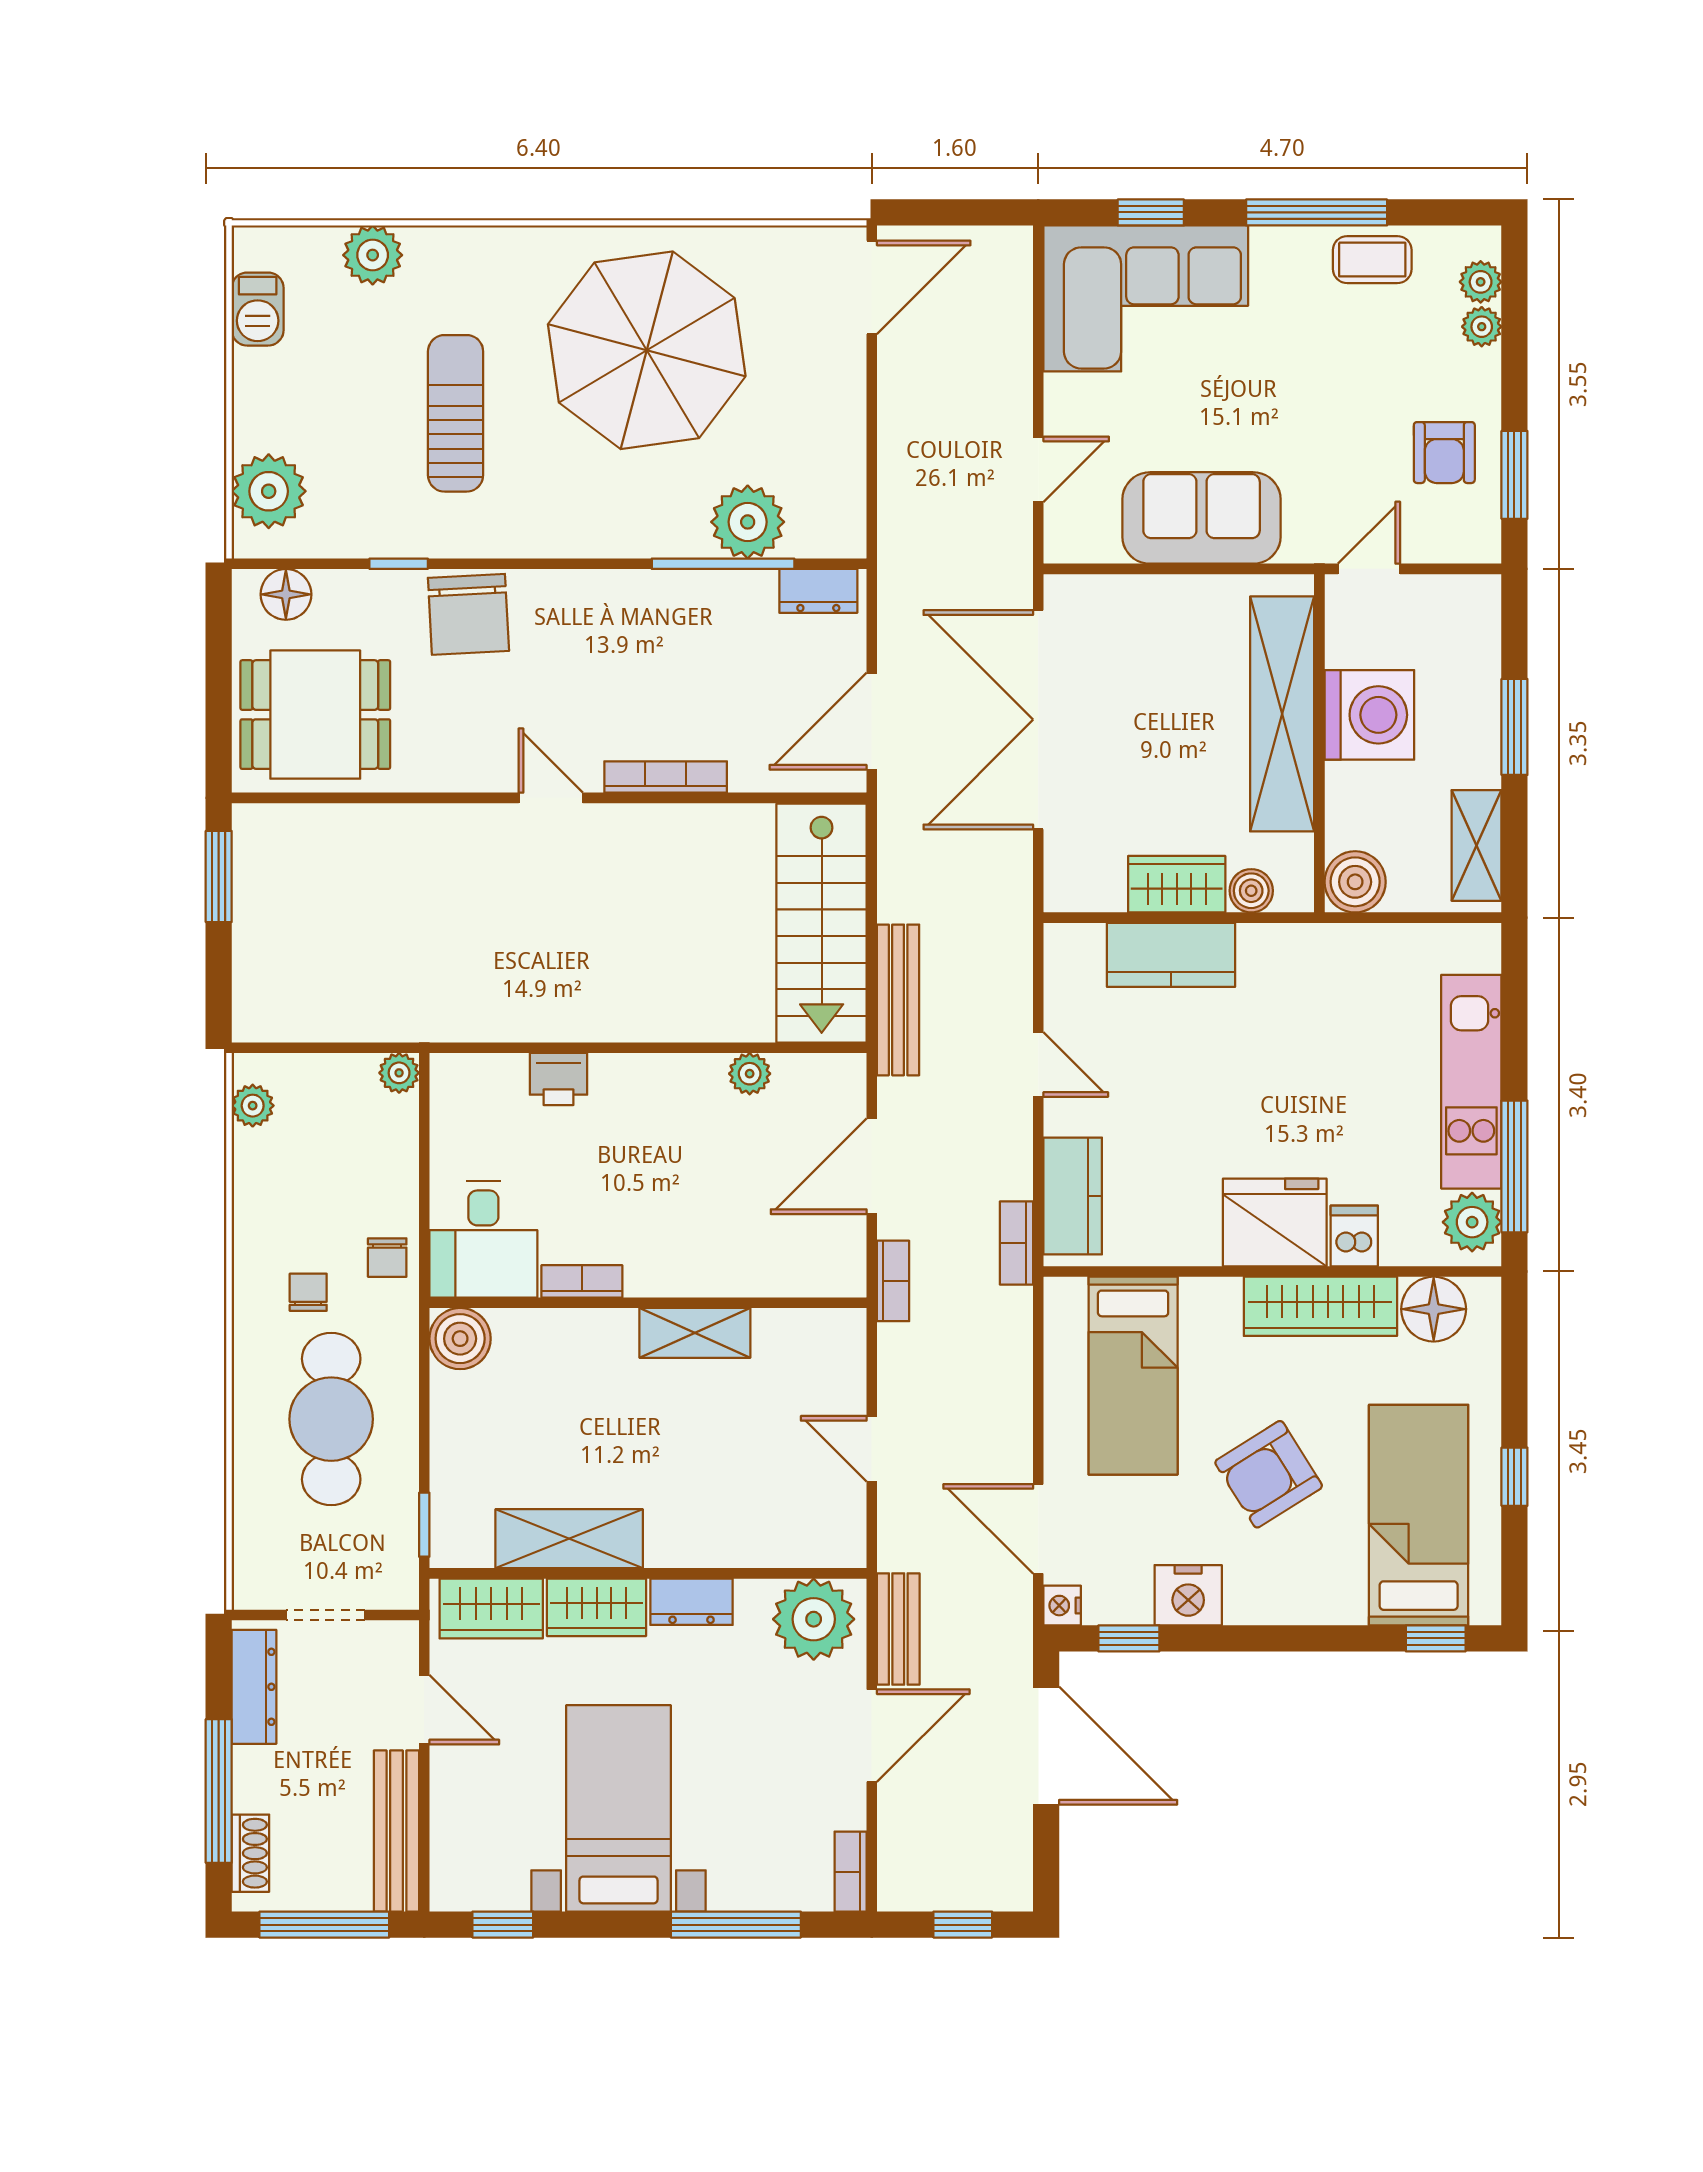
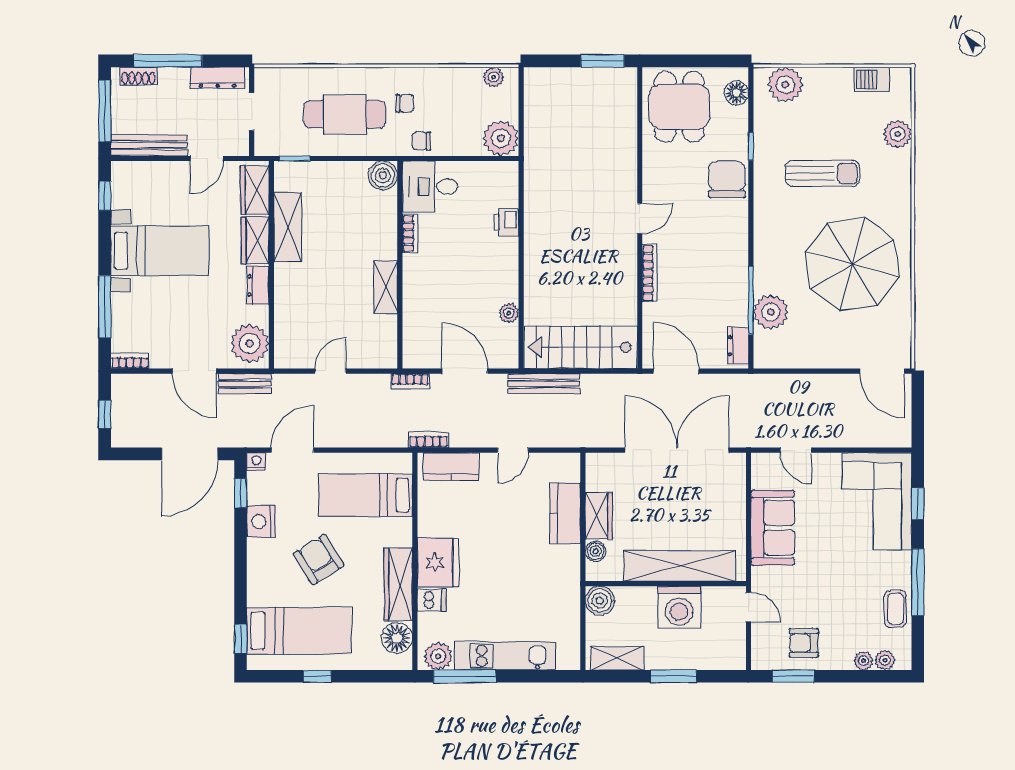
chair: (468, 614) -> (727, 179), turned 93
plant: (399, 1073) -> (501, 138), width x1.88, depth x1.88

